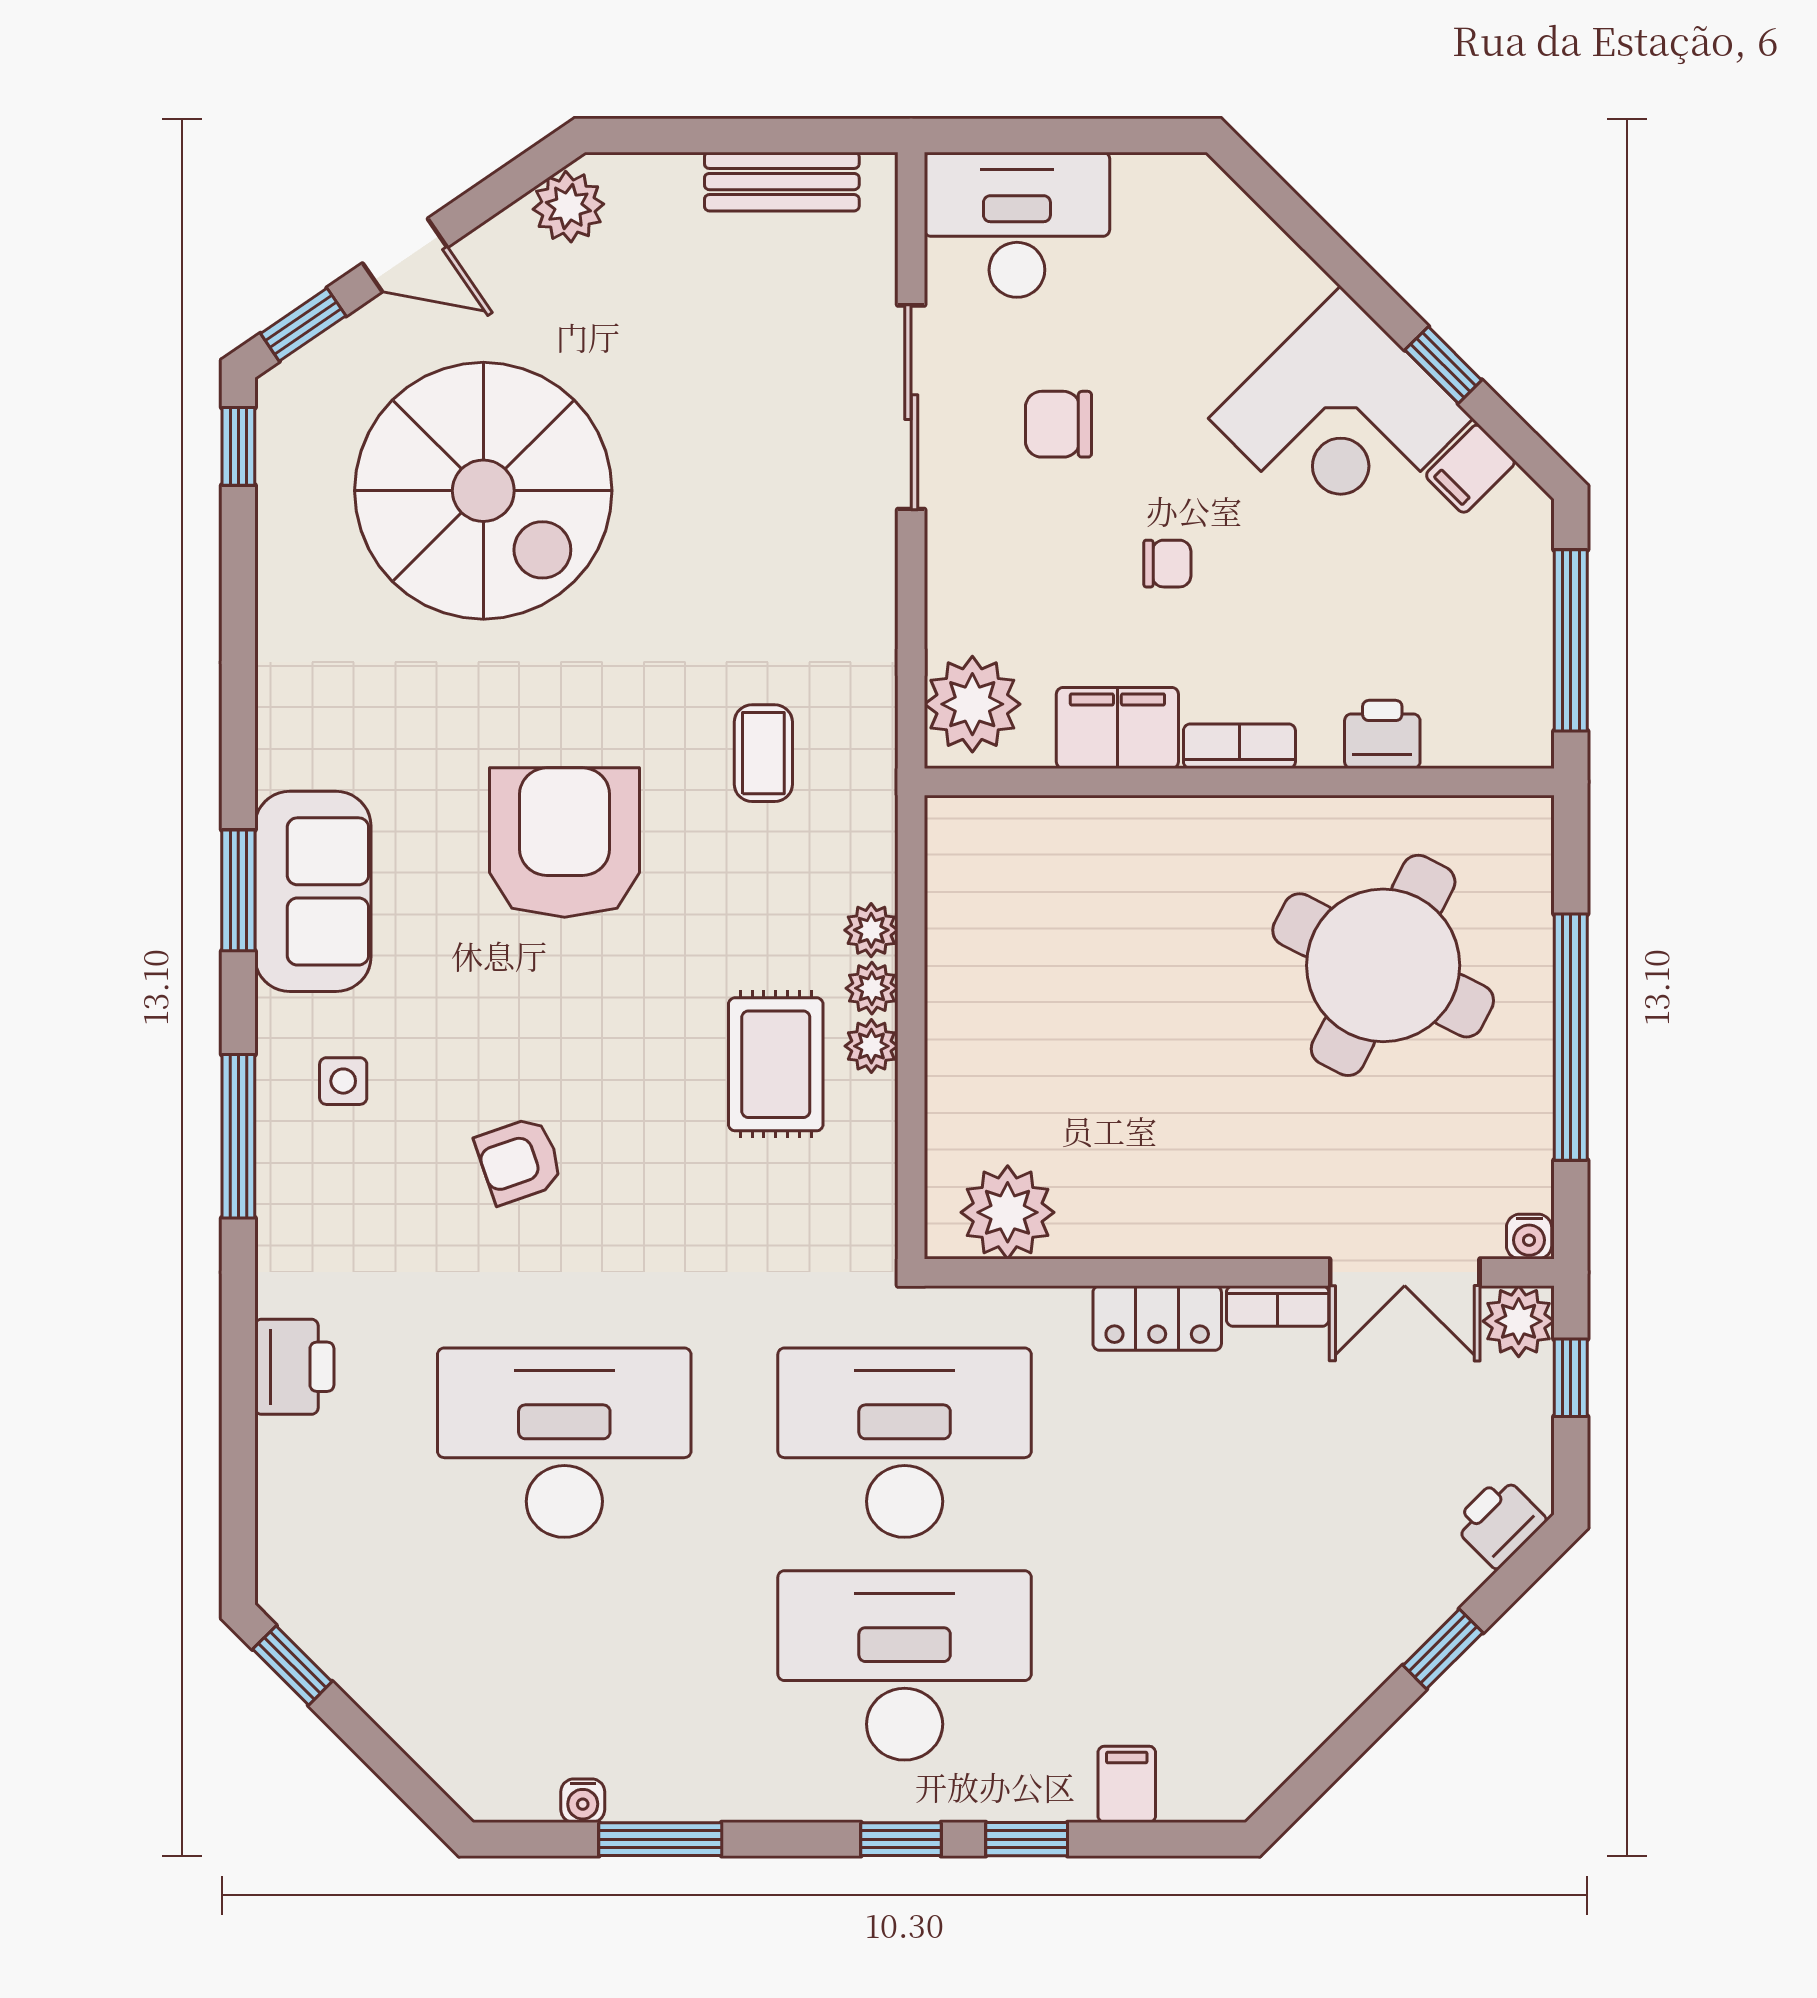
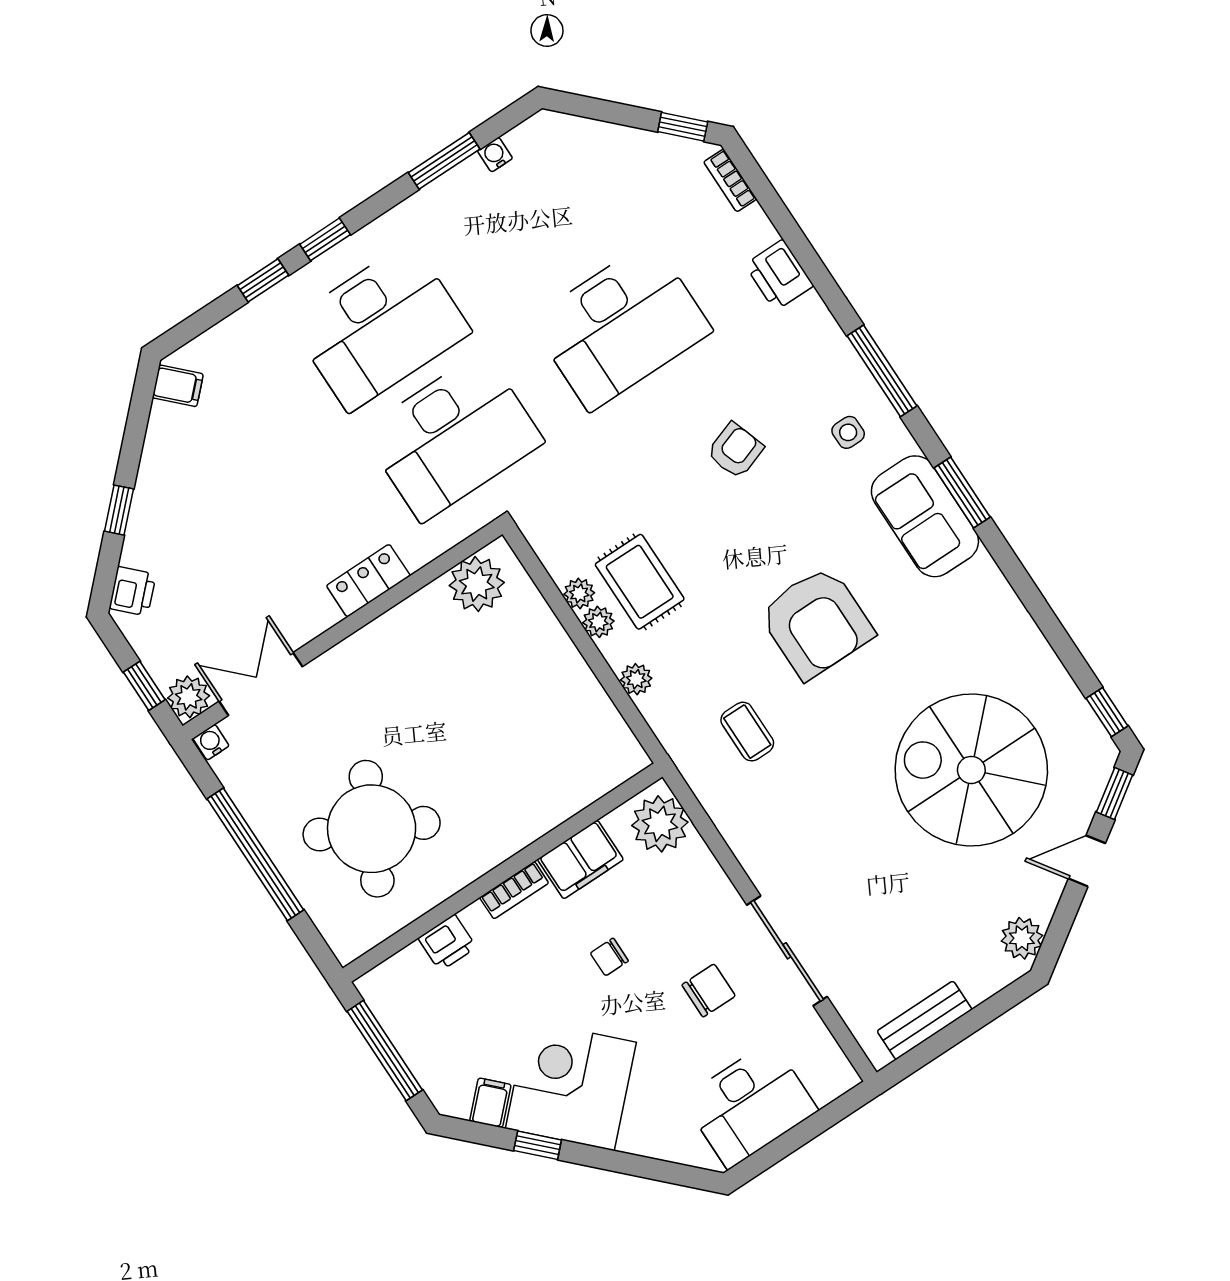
desk: (1017, 225) -> (750, 1105), moved
plant: (872, 988) -> (579, 593), moved
bookcase: (1278, 1306) -> (730, 180), moved, turned -90
filing cabinet: (1127, 1784) -> (178, 386), moved, turned -45

